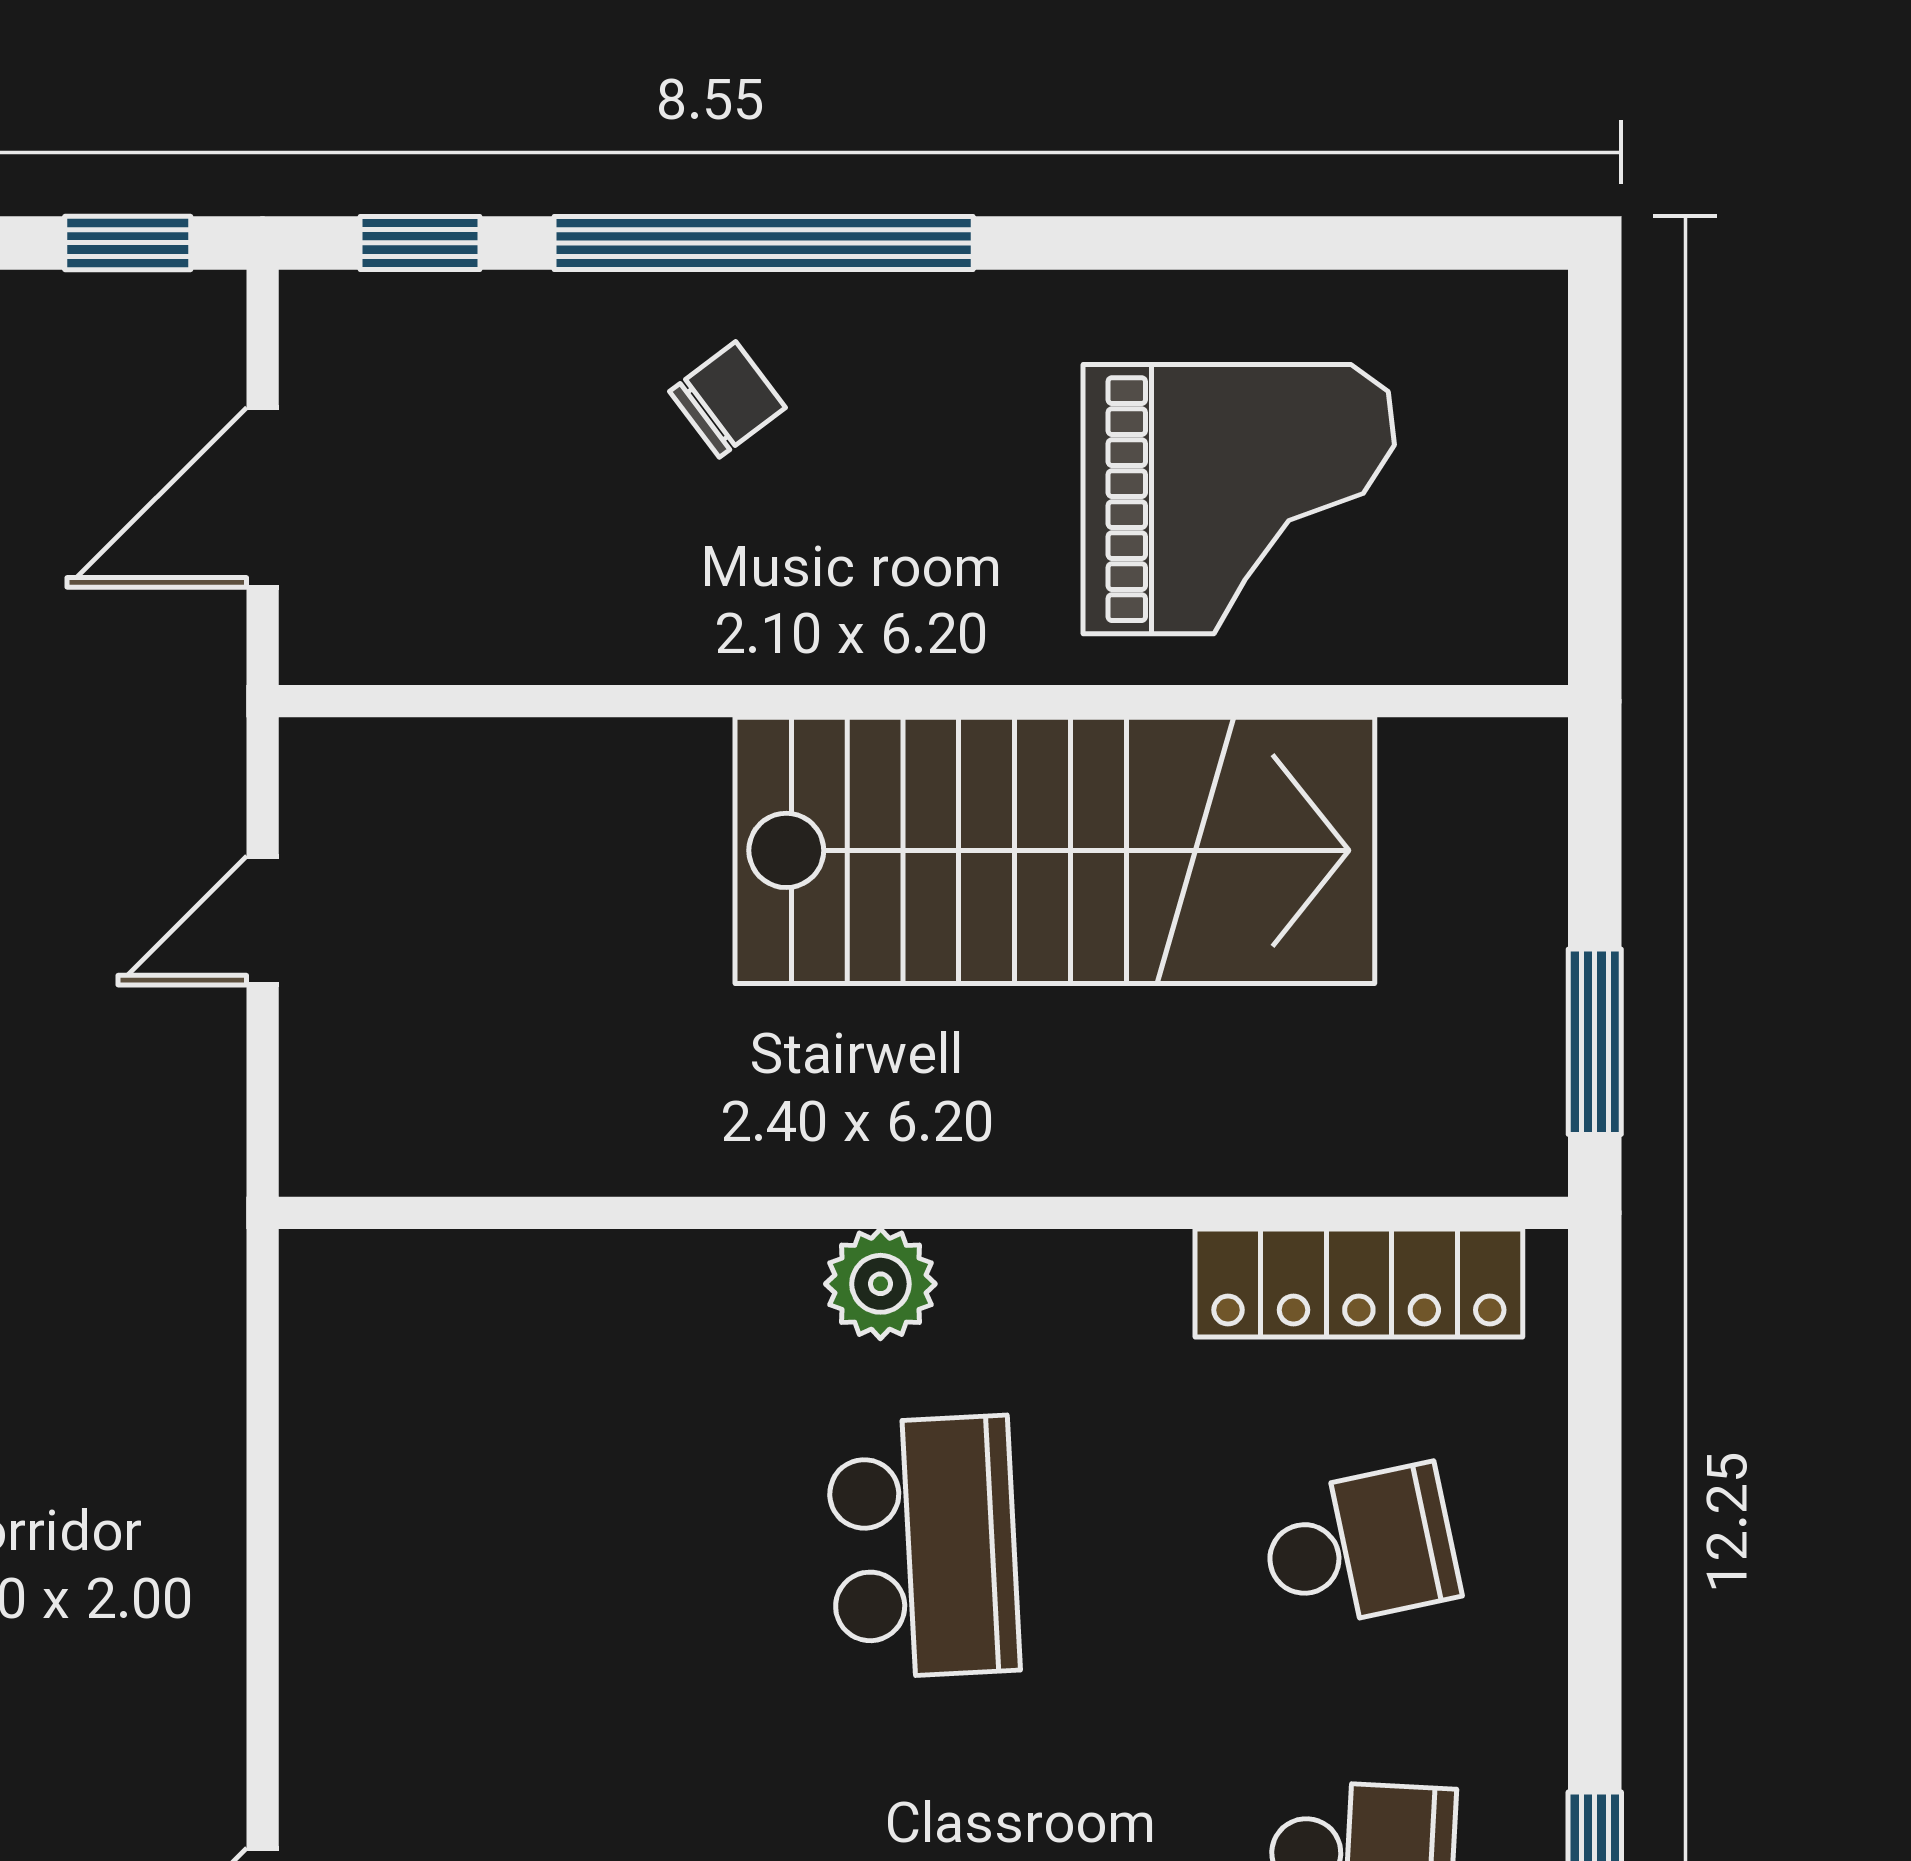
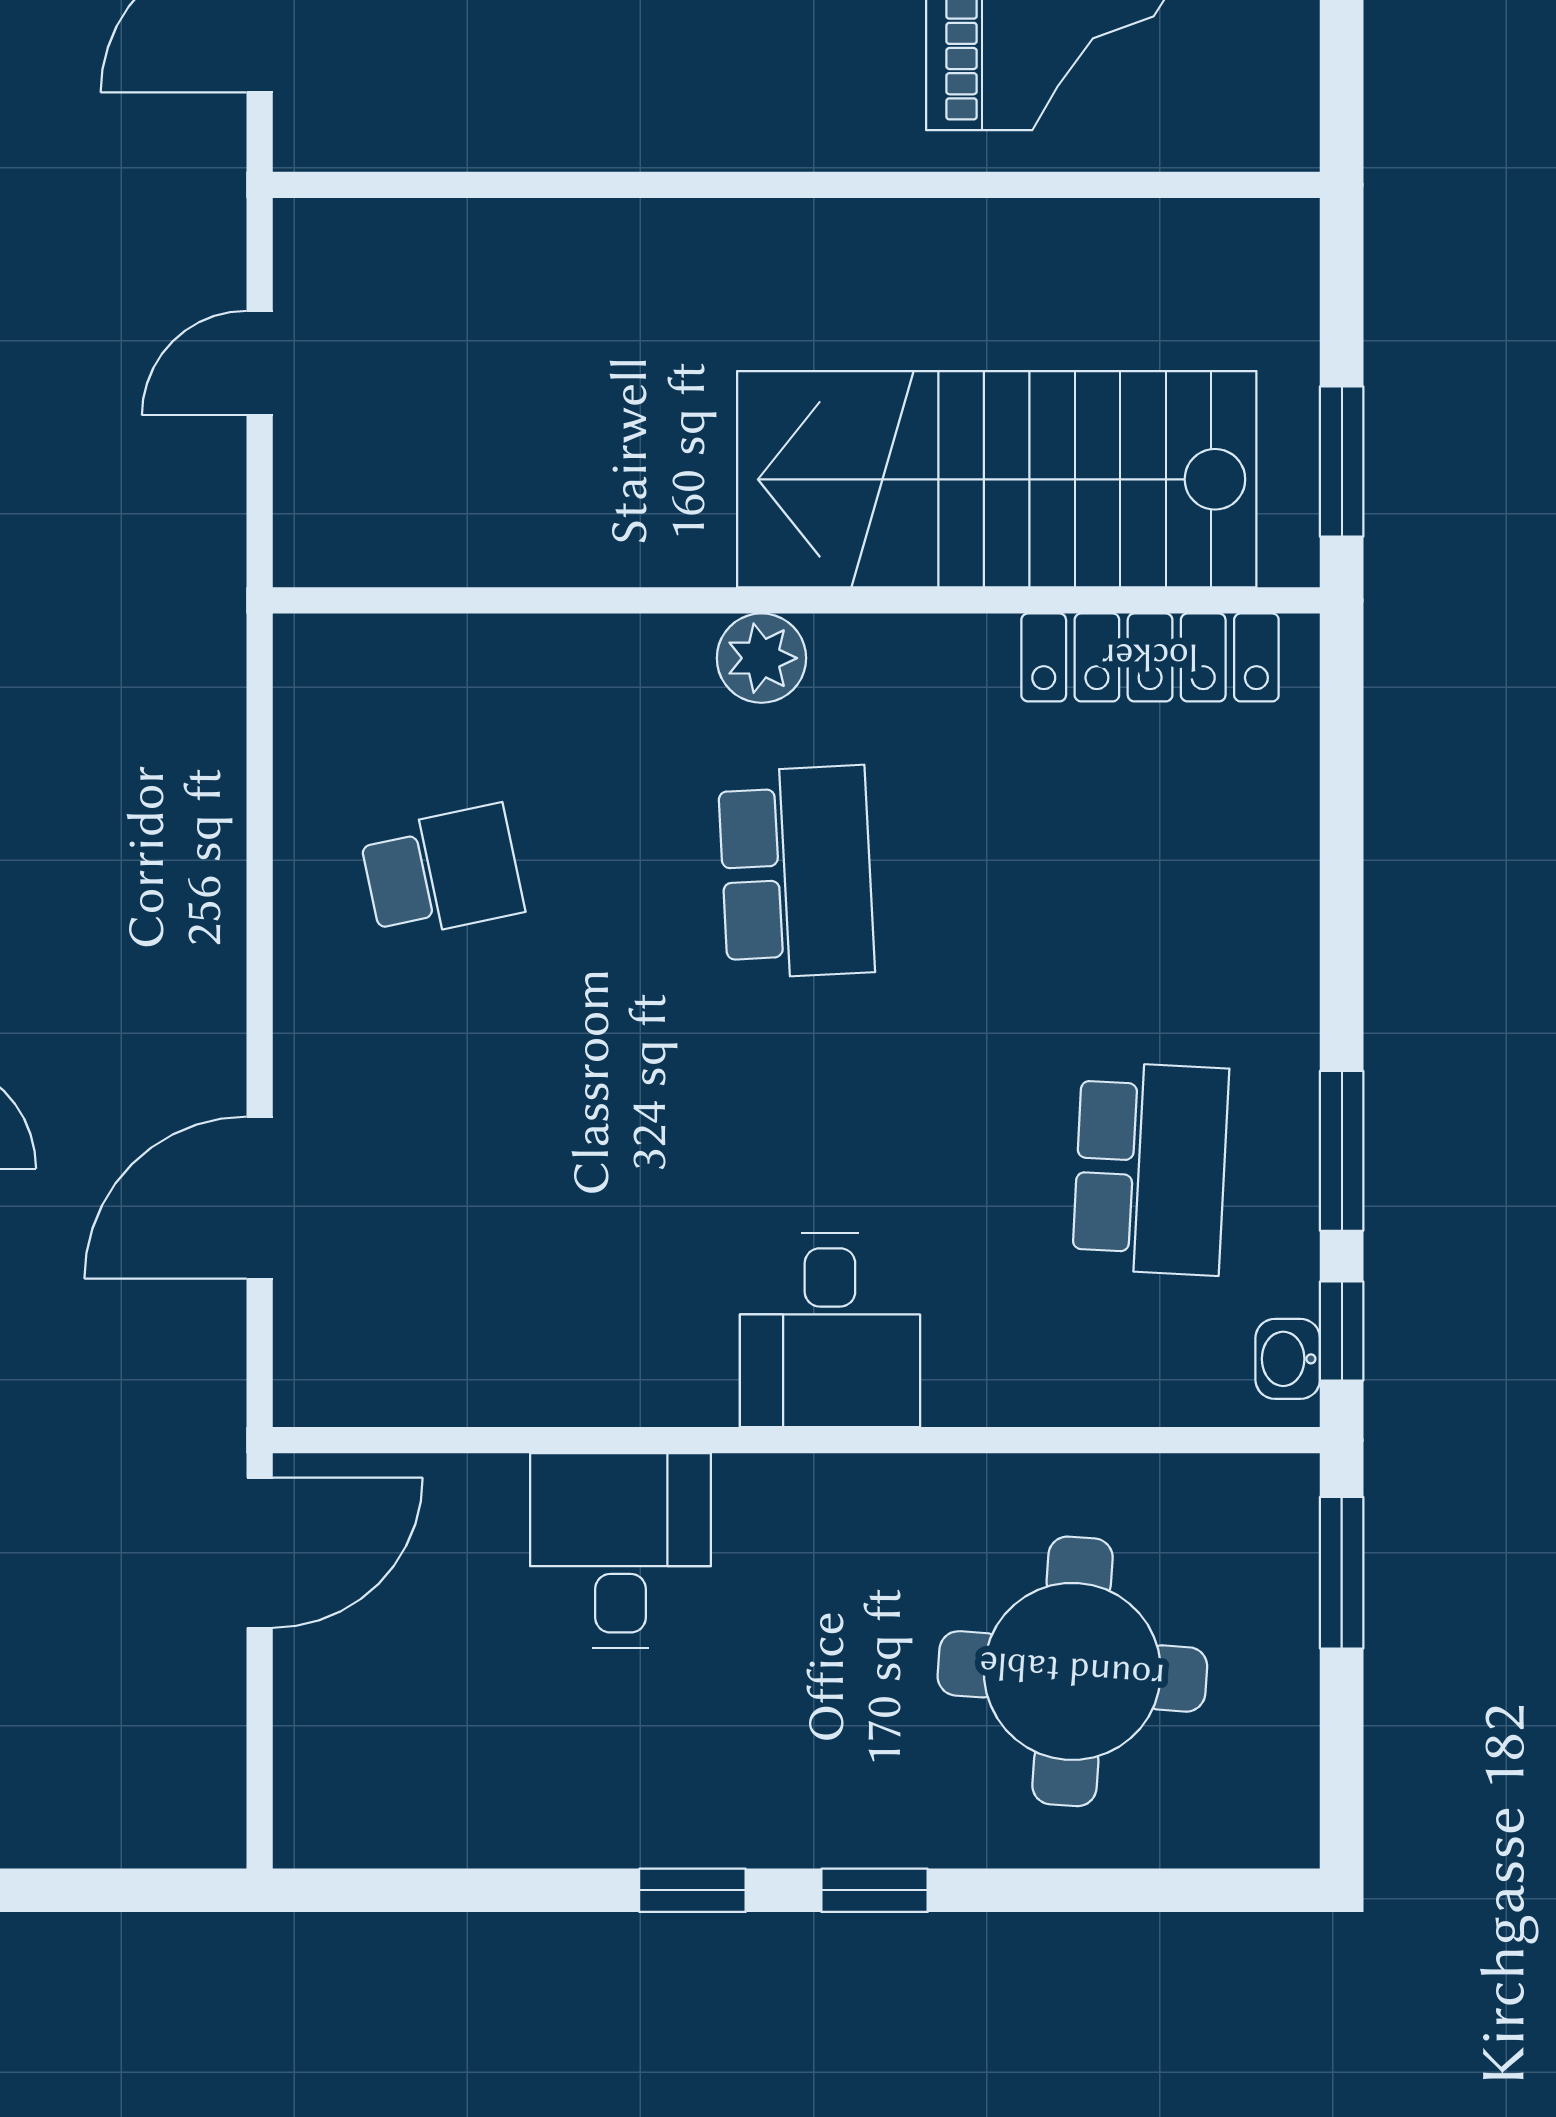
stairs: (1055, 850) -> (997, 479), moved, turned 180
school desk: (1359, 1547) -> (442, 872), moved

